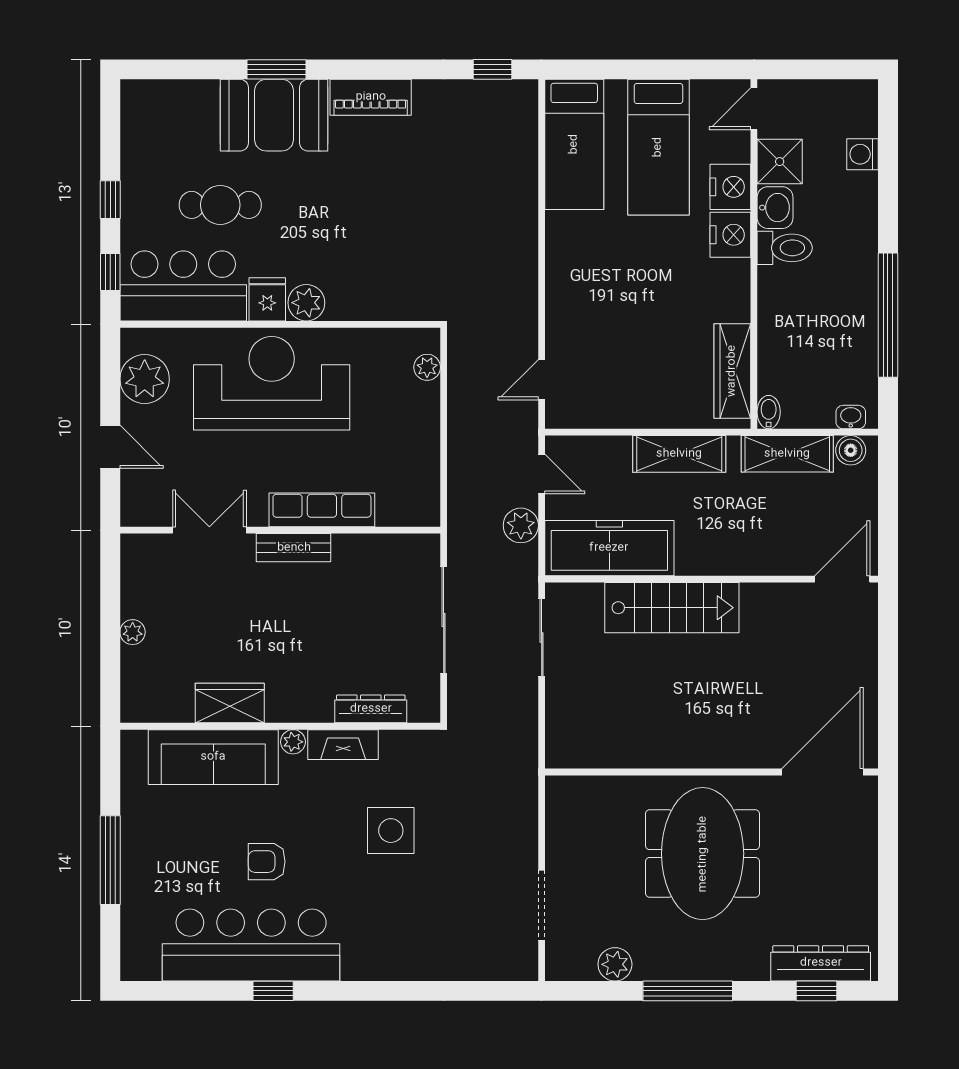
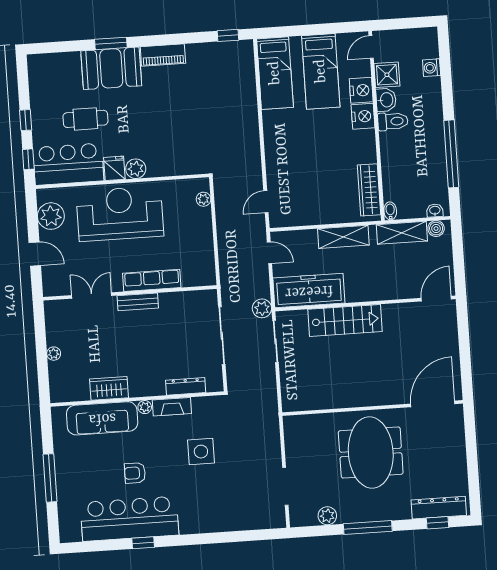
plant: (521, 525) -> (262, 308), moved

